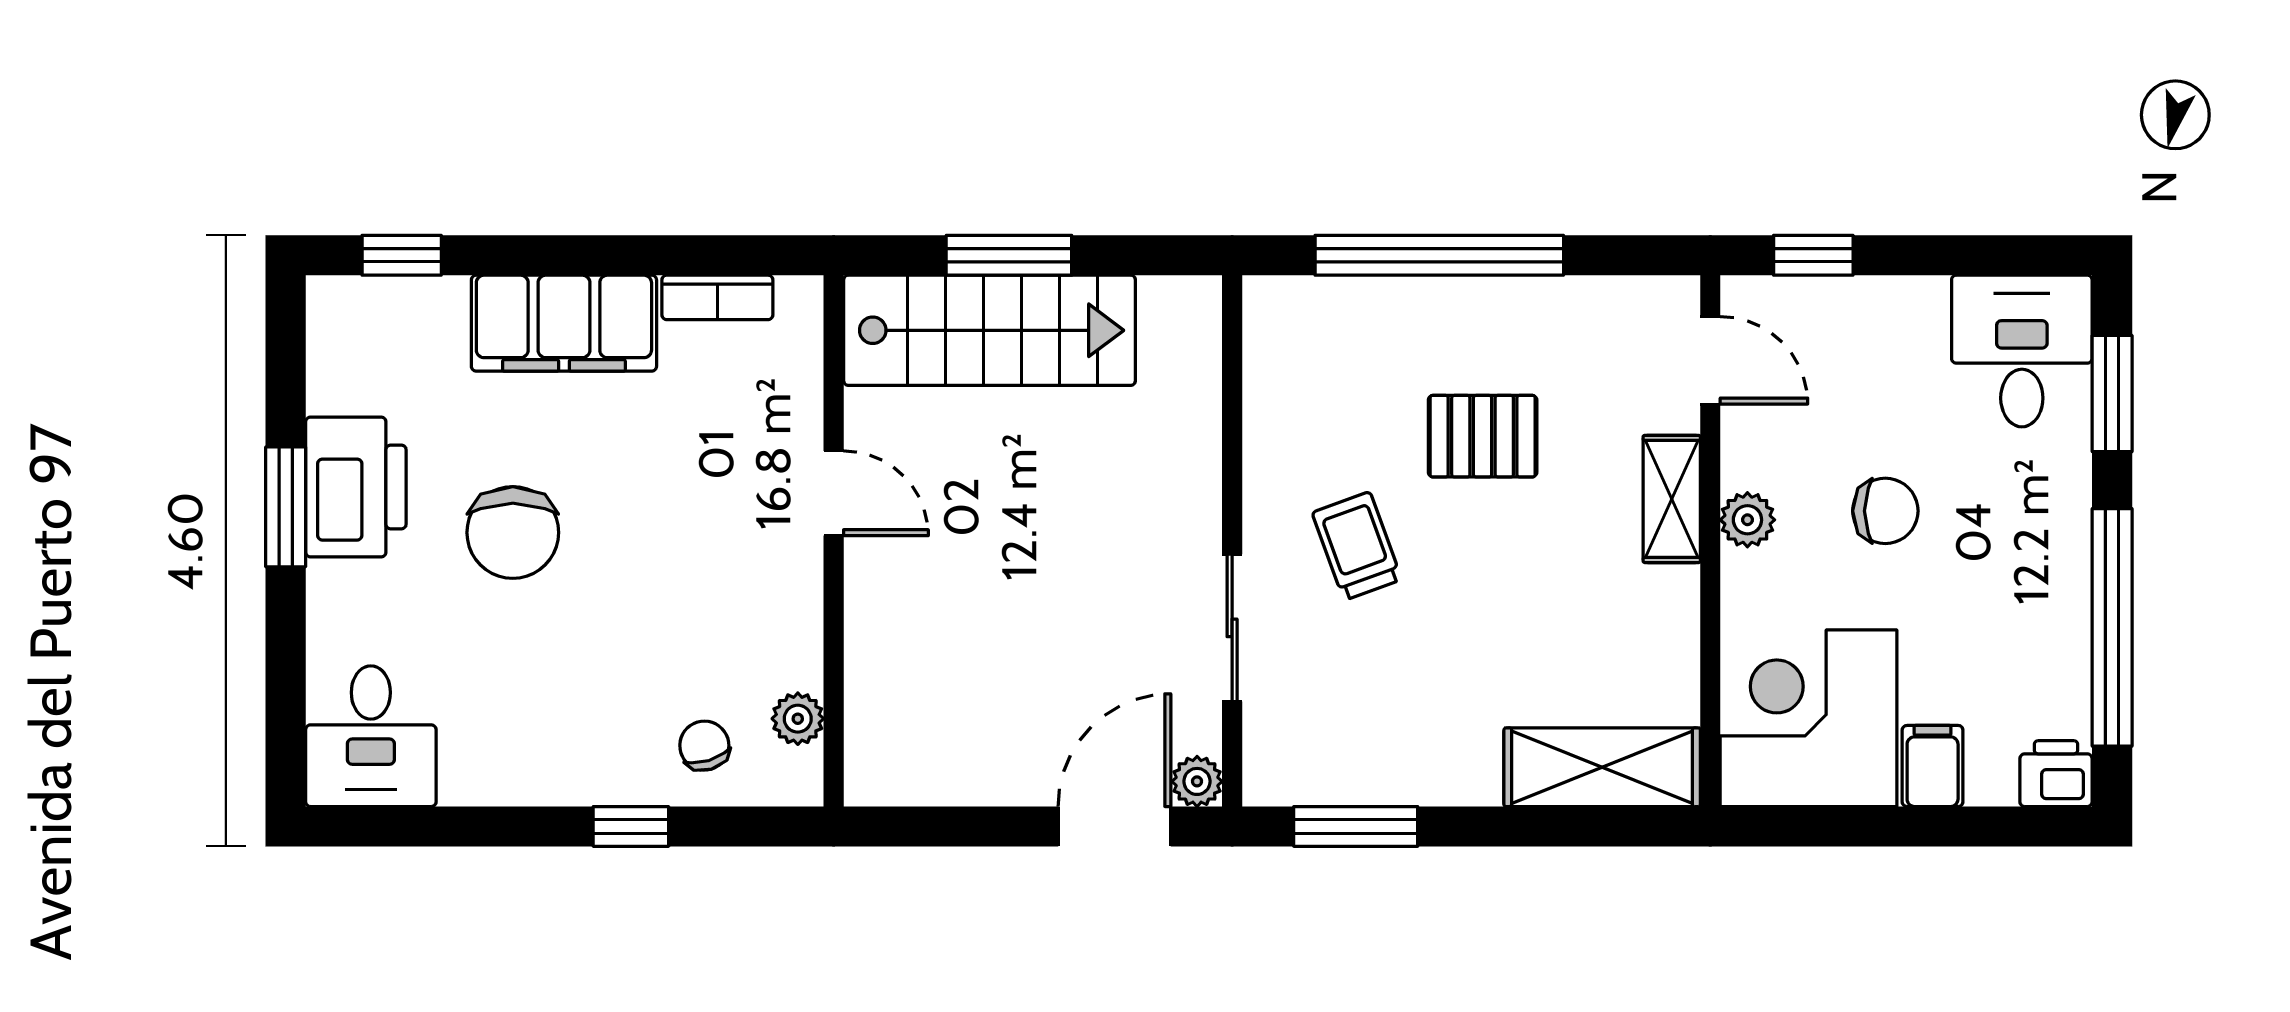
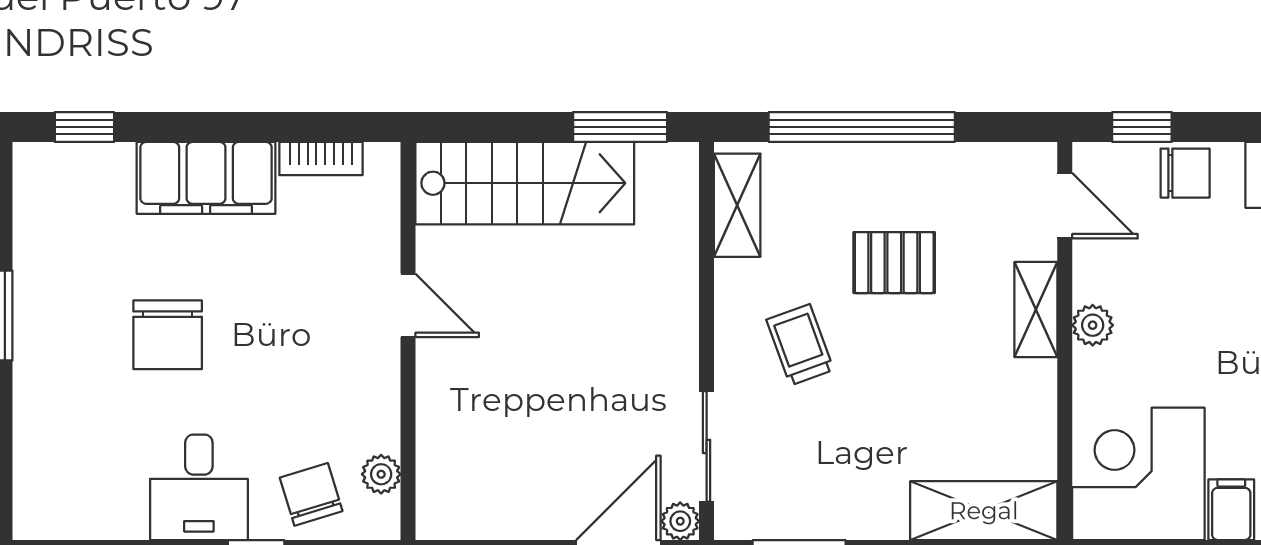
window: (1009, 255) -> (620, 127), moved
shelving: (1273, 360) -> (737, 205), added
printer: (356, 487) -> (50, 301), removed
chair: (1885, 511) -> (1185, 173), moved
sliding door: (1232, 628) -> (707, 446), moved
desk: (371, 736) -> (199, 487), moved
chair: (704, 746) -> (311, 494), width x1.37, depth x1.37

